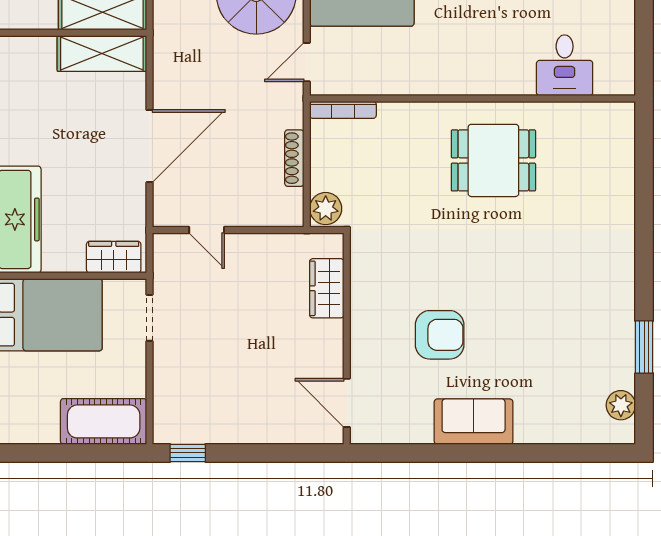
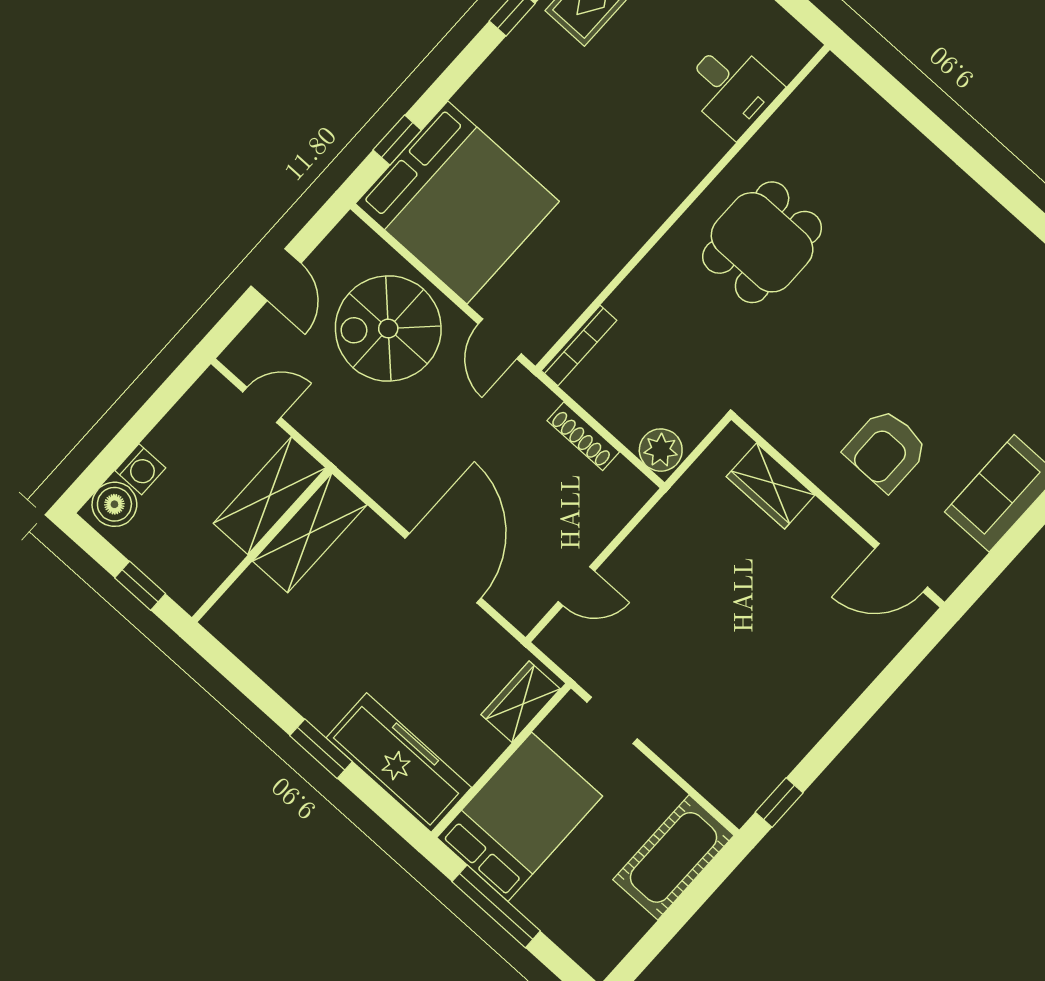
wardrobe: (327, 288) -> (771, 486), moved
armchair: (440, 335) -> (886, 450), turned 180
wall: (347, 339) -> (838, 511), moved
door: (347, 403) -> (901, 568), moved

